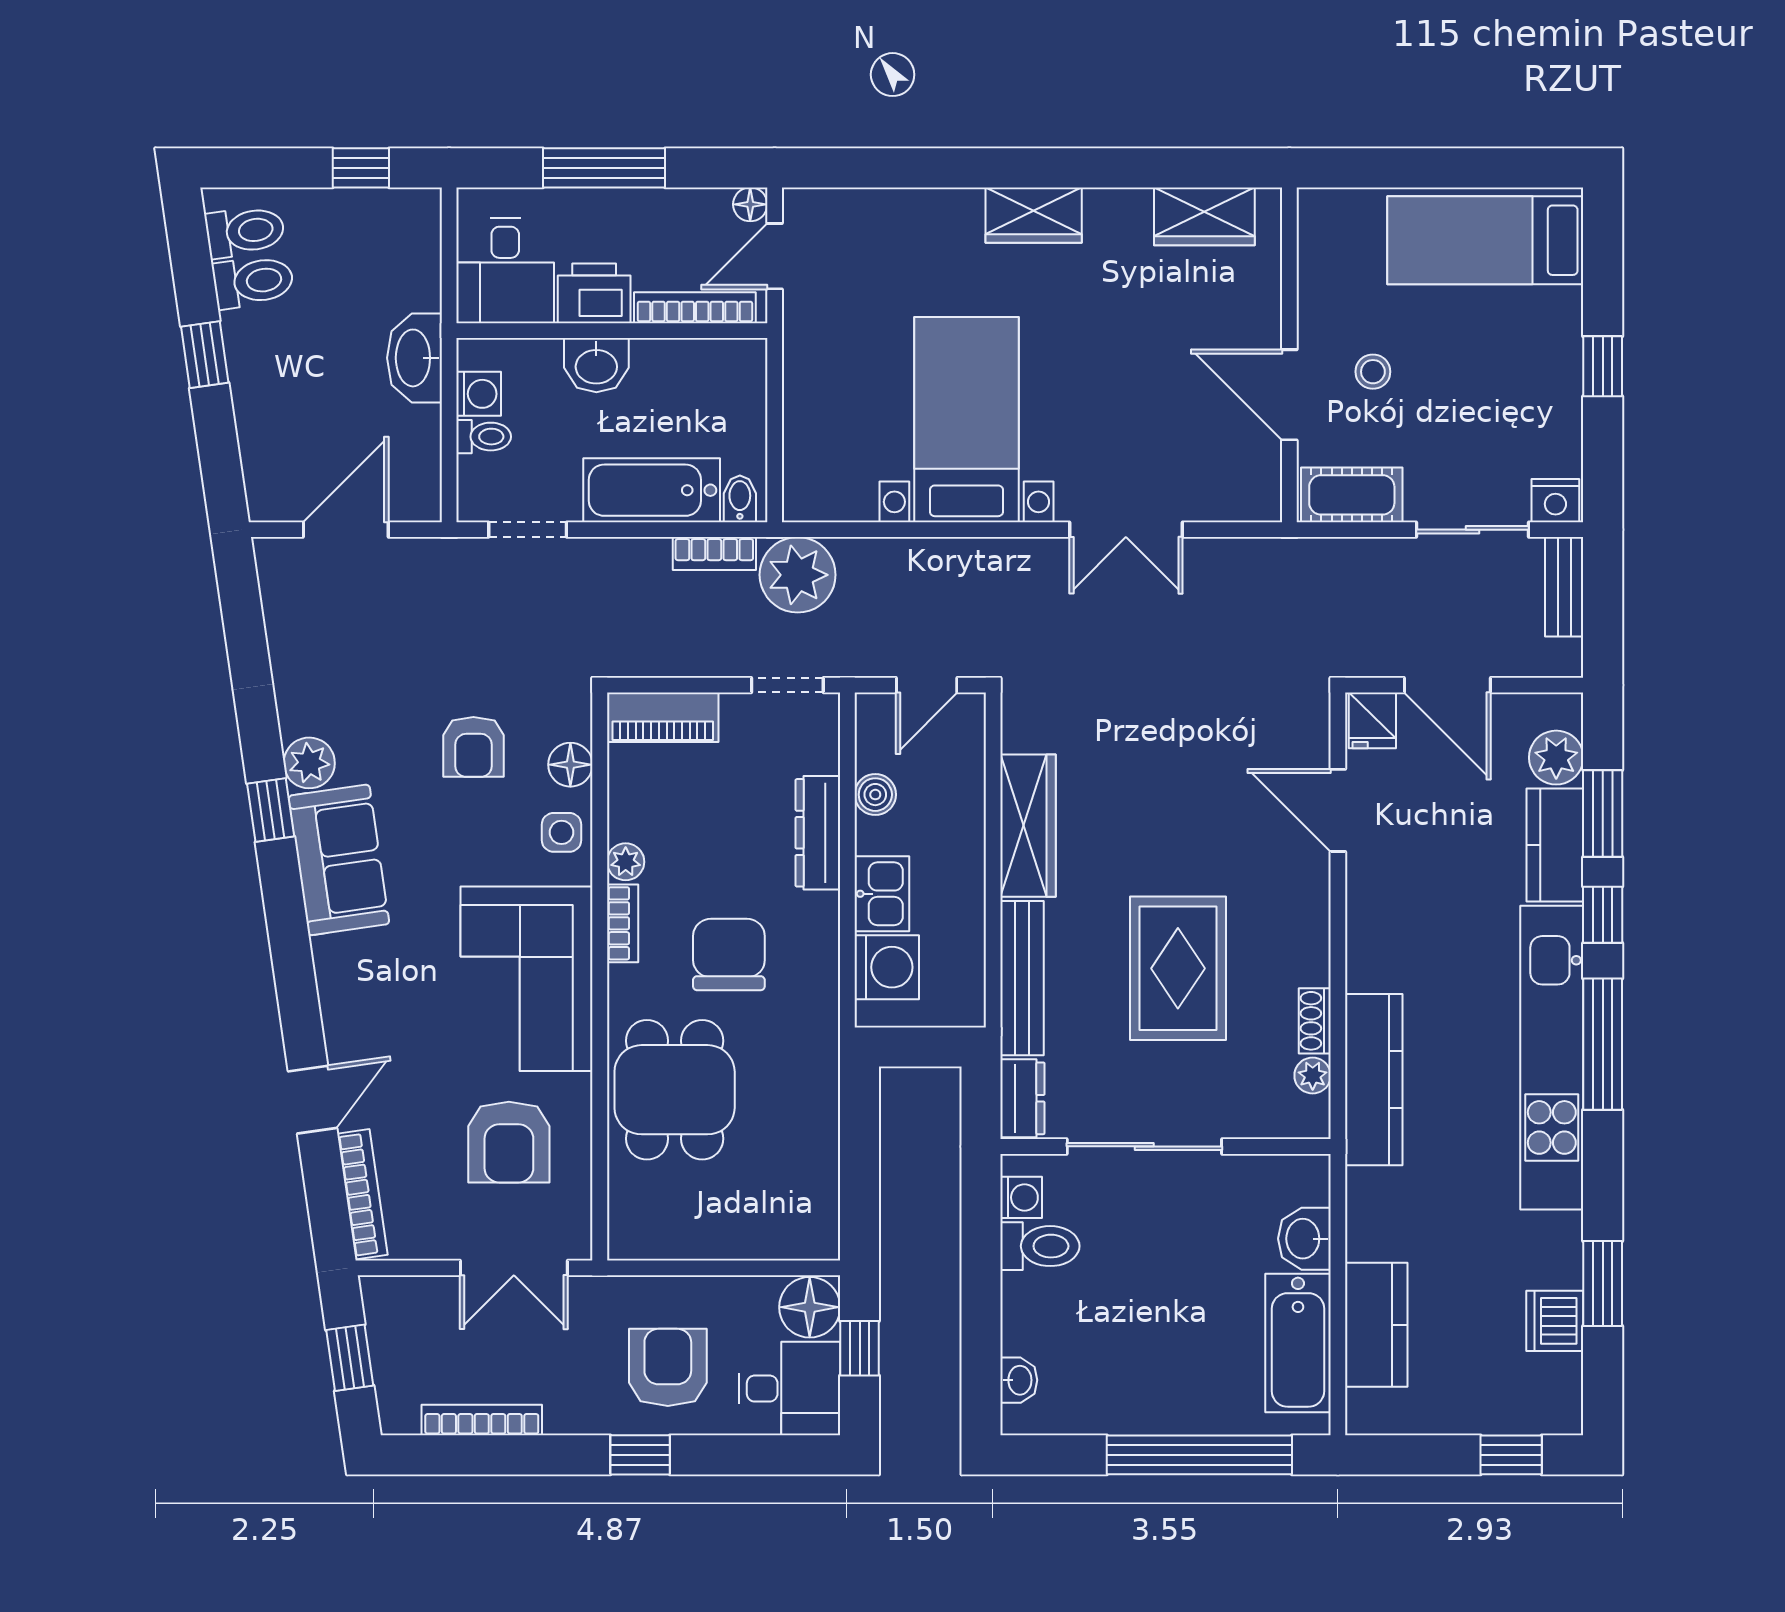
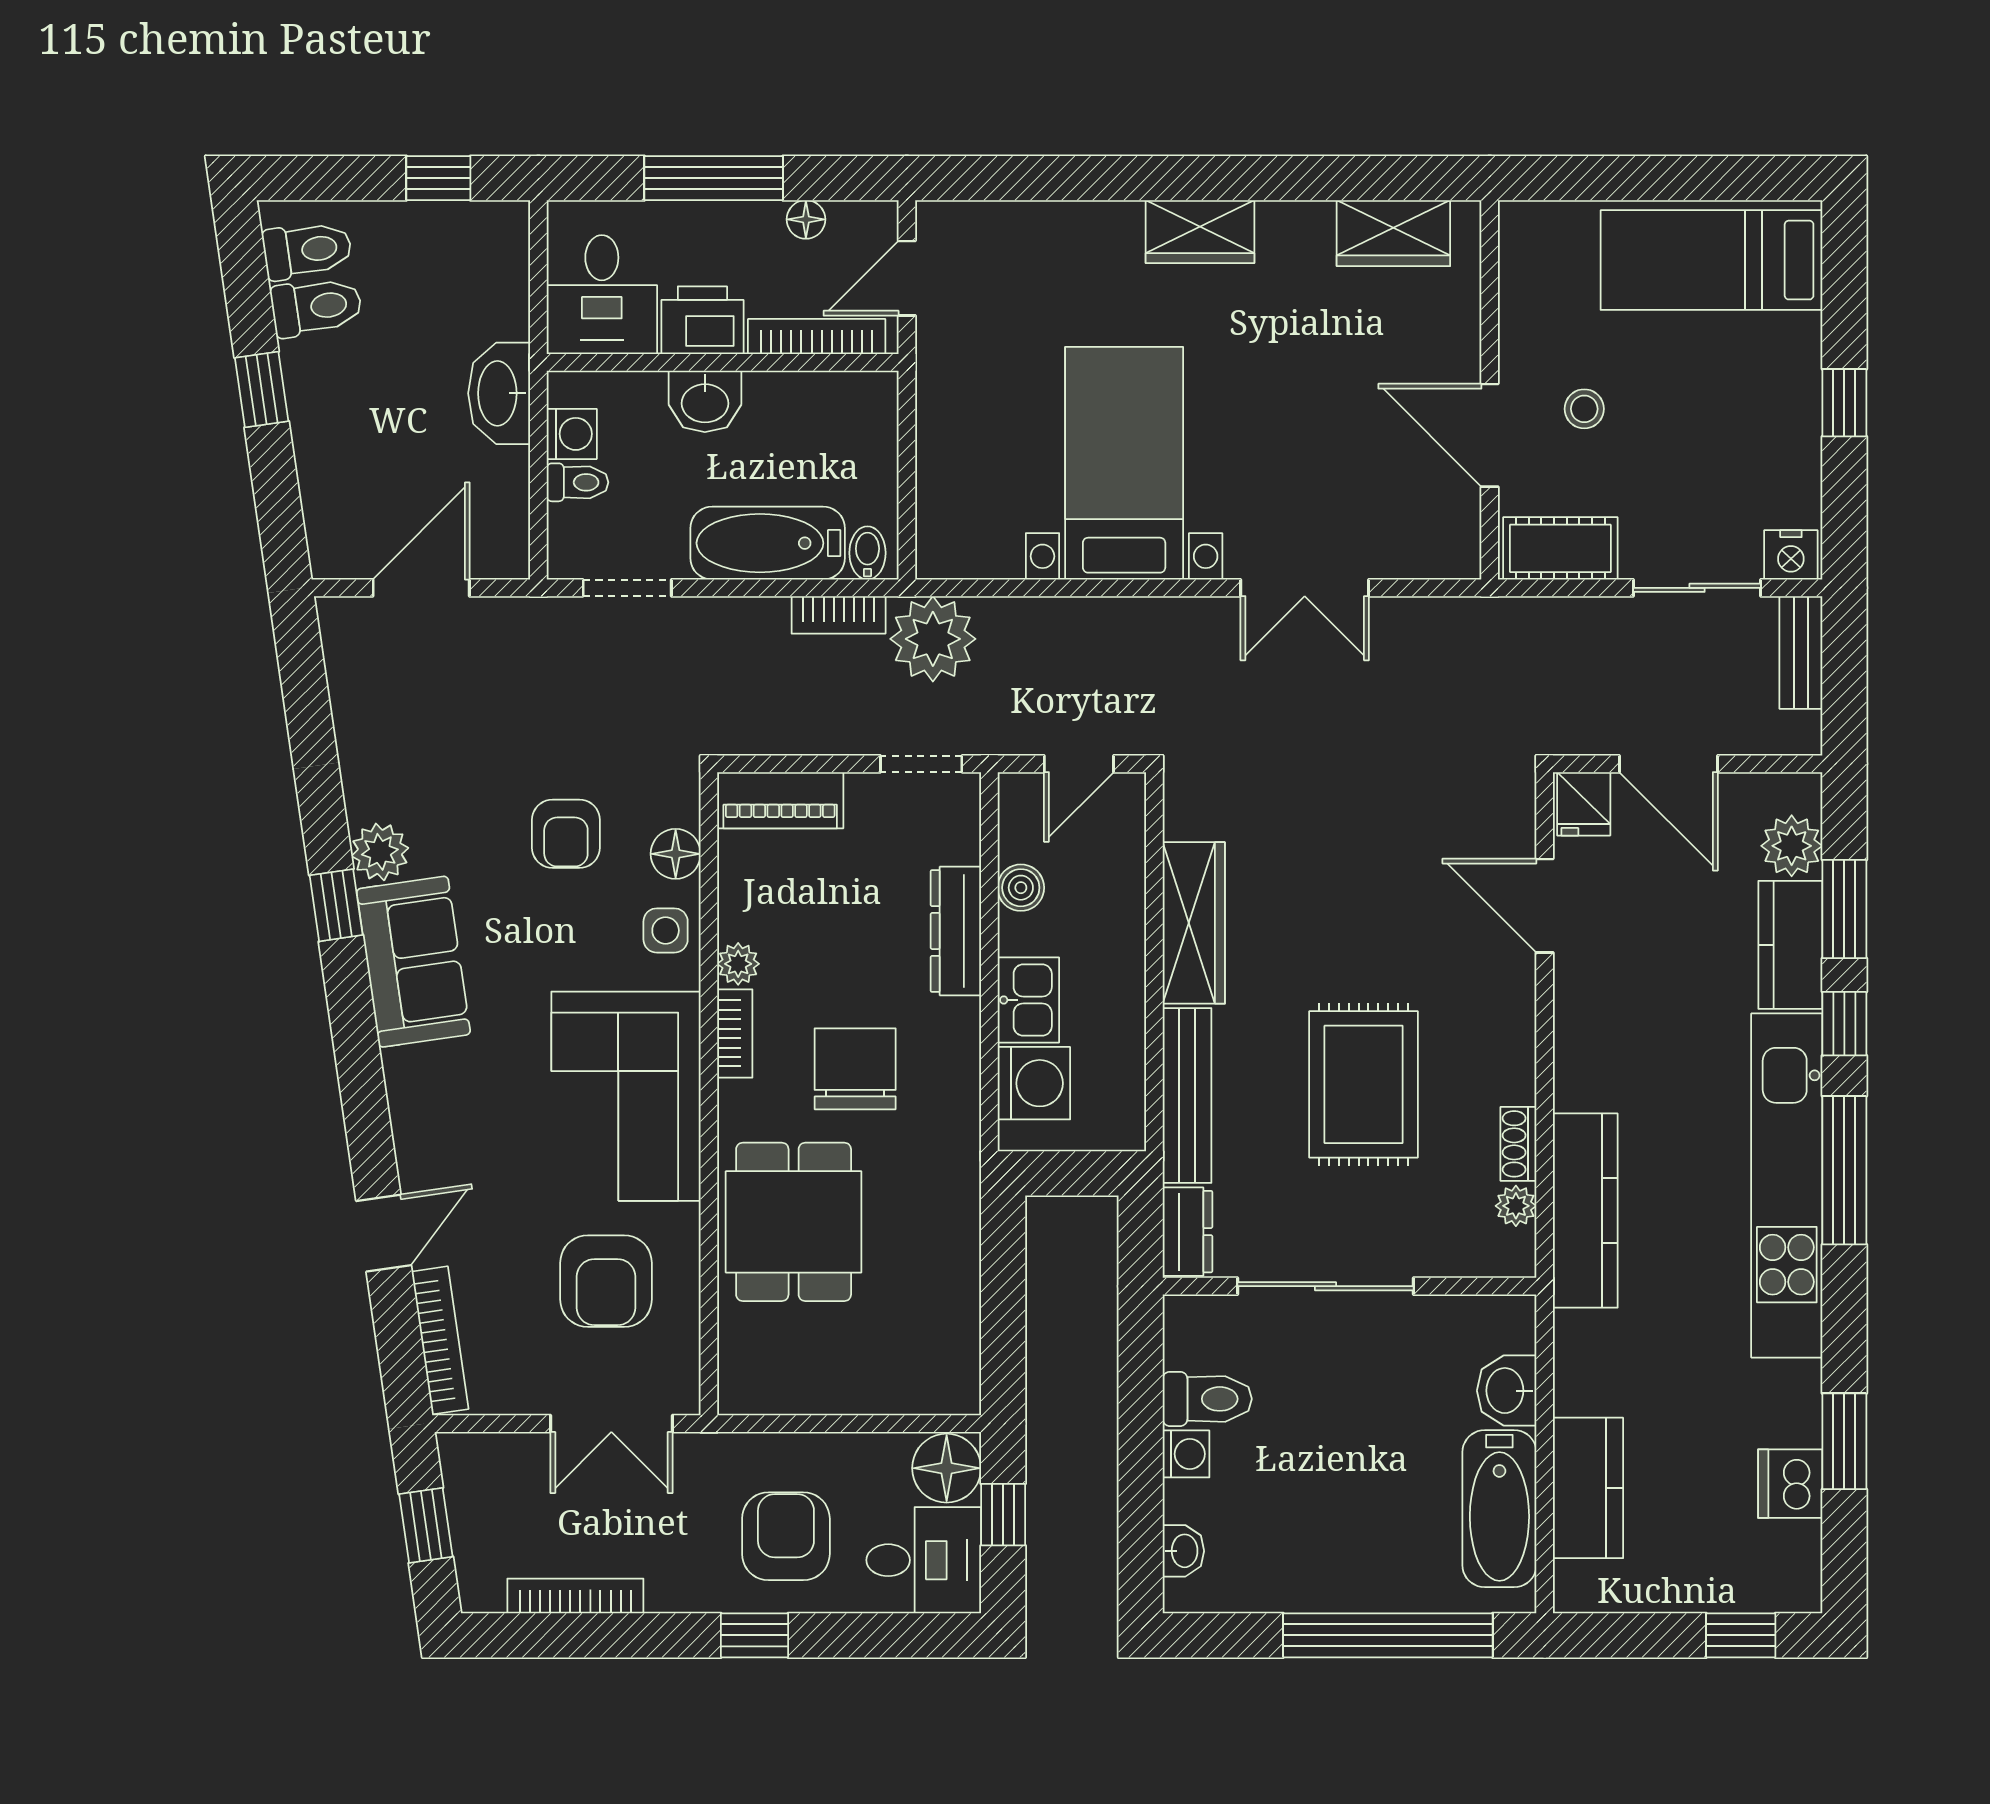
floor lamp: (750, 204) -> (806, 219), moved
washing machine: (1021, 1197) -> (1186, 1454), moved

